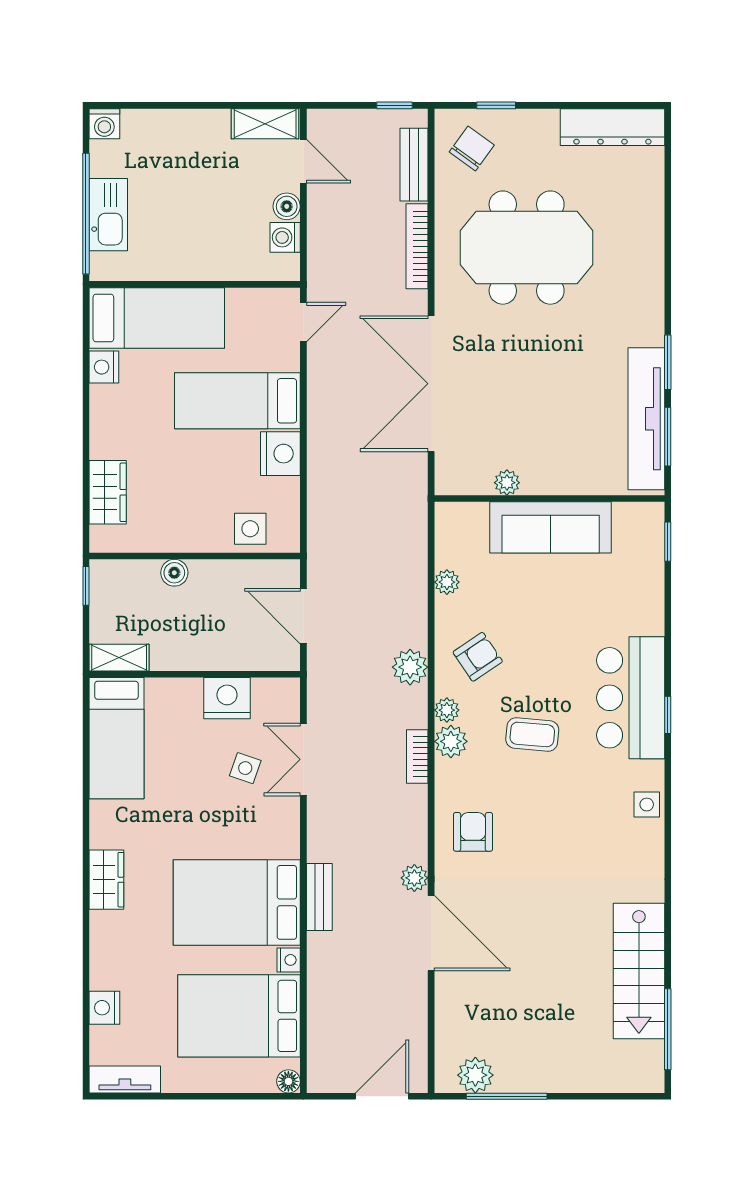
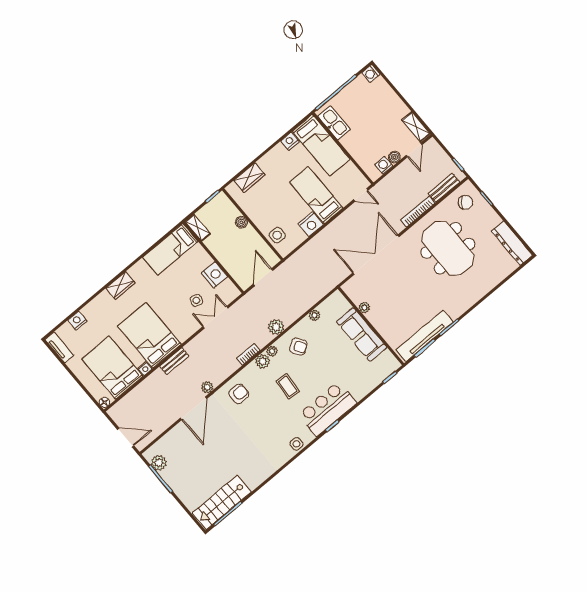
kitchen sink: (108, 215) -> (334, 123), moved, turned -90
stairs: (639, 971) -> (222, 502), moved

